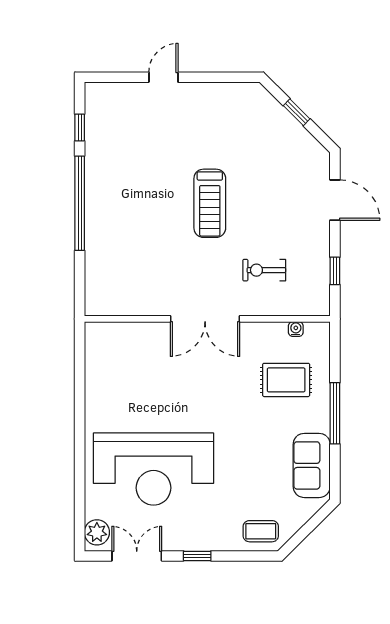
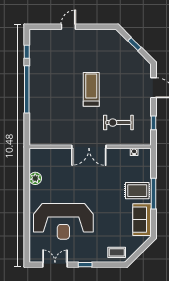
treadmill: (210, 203) -> (91, 89), turned 180
exercise bike: (264, 270) -> (118, 123), width x1.38, depth x1.39
rug: (286, 380) -> (137, 191), moved
plant: (97, 532) -> (35, 178), moved

